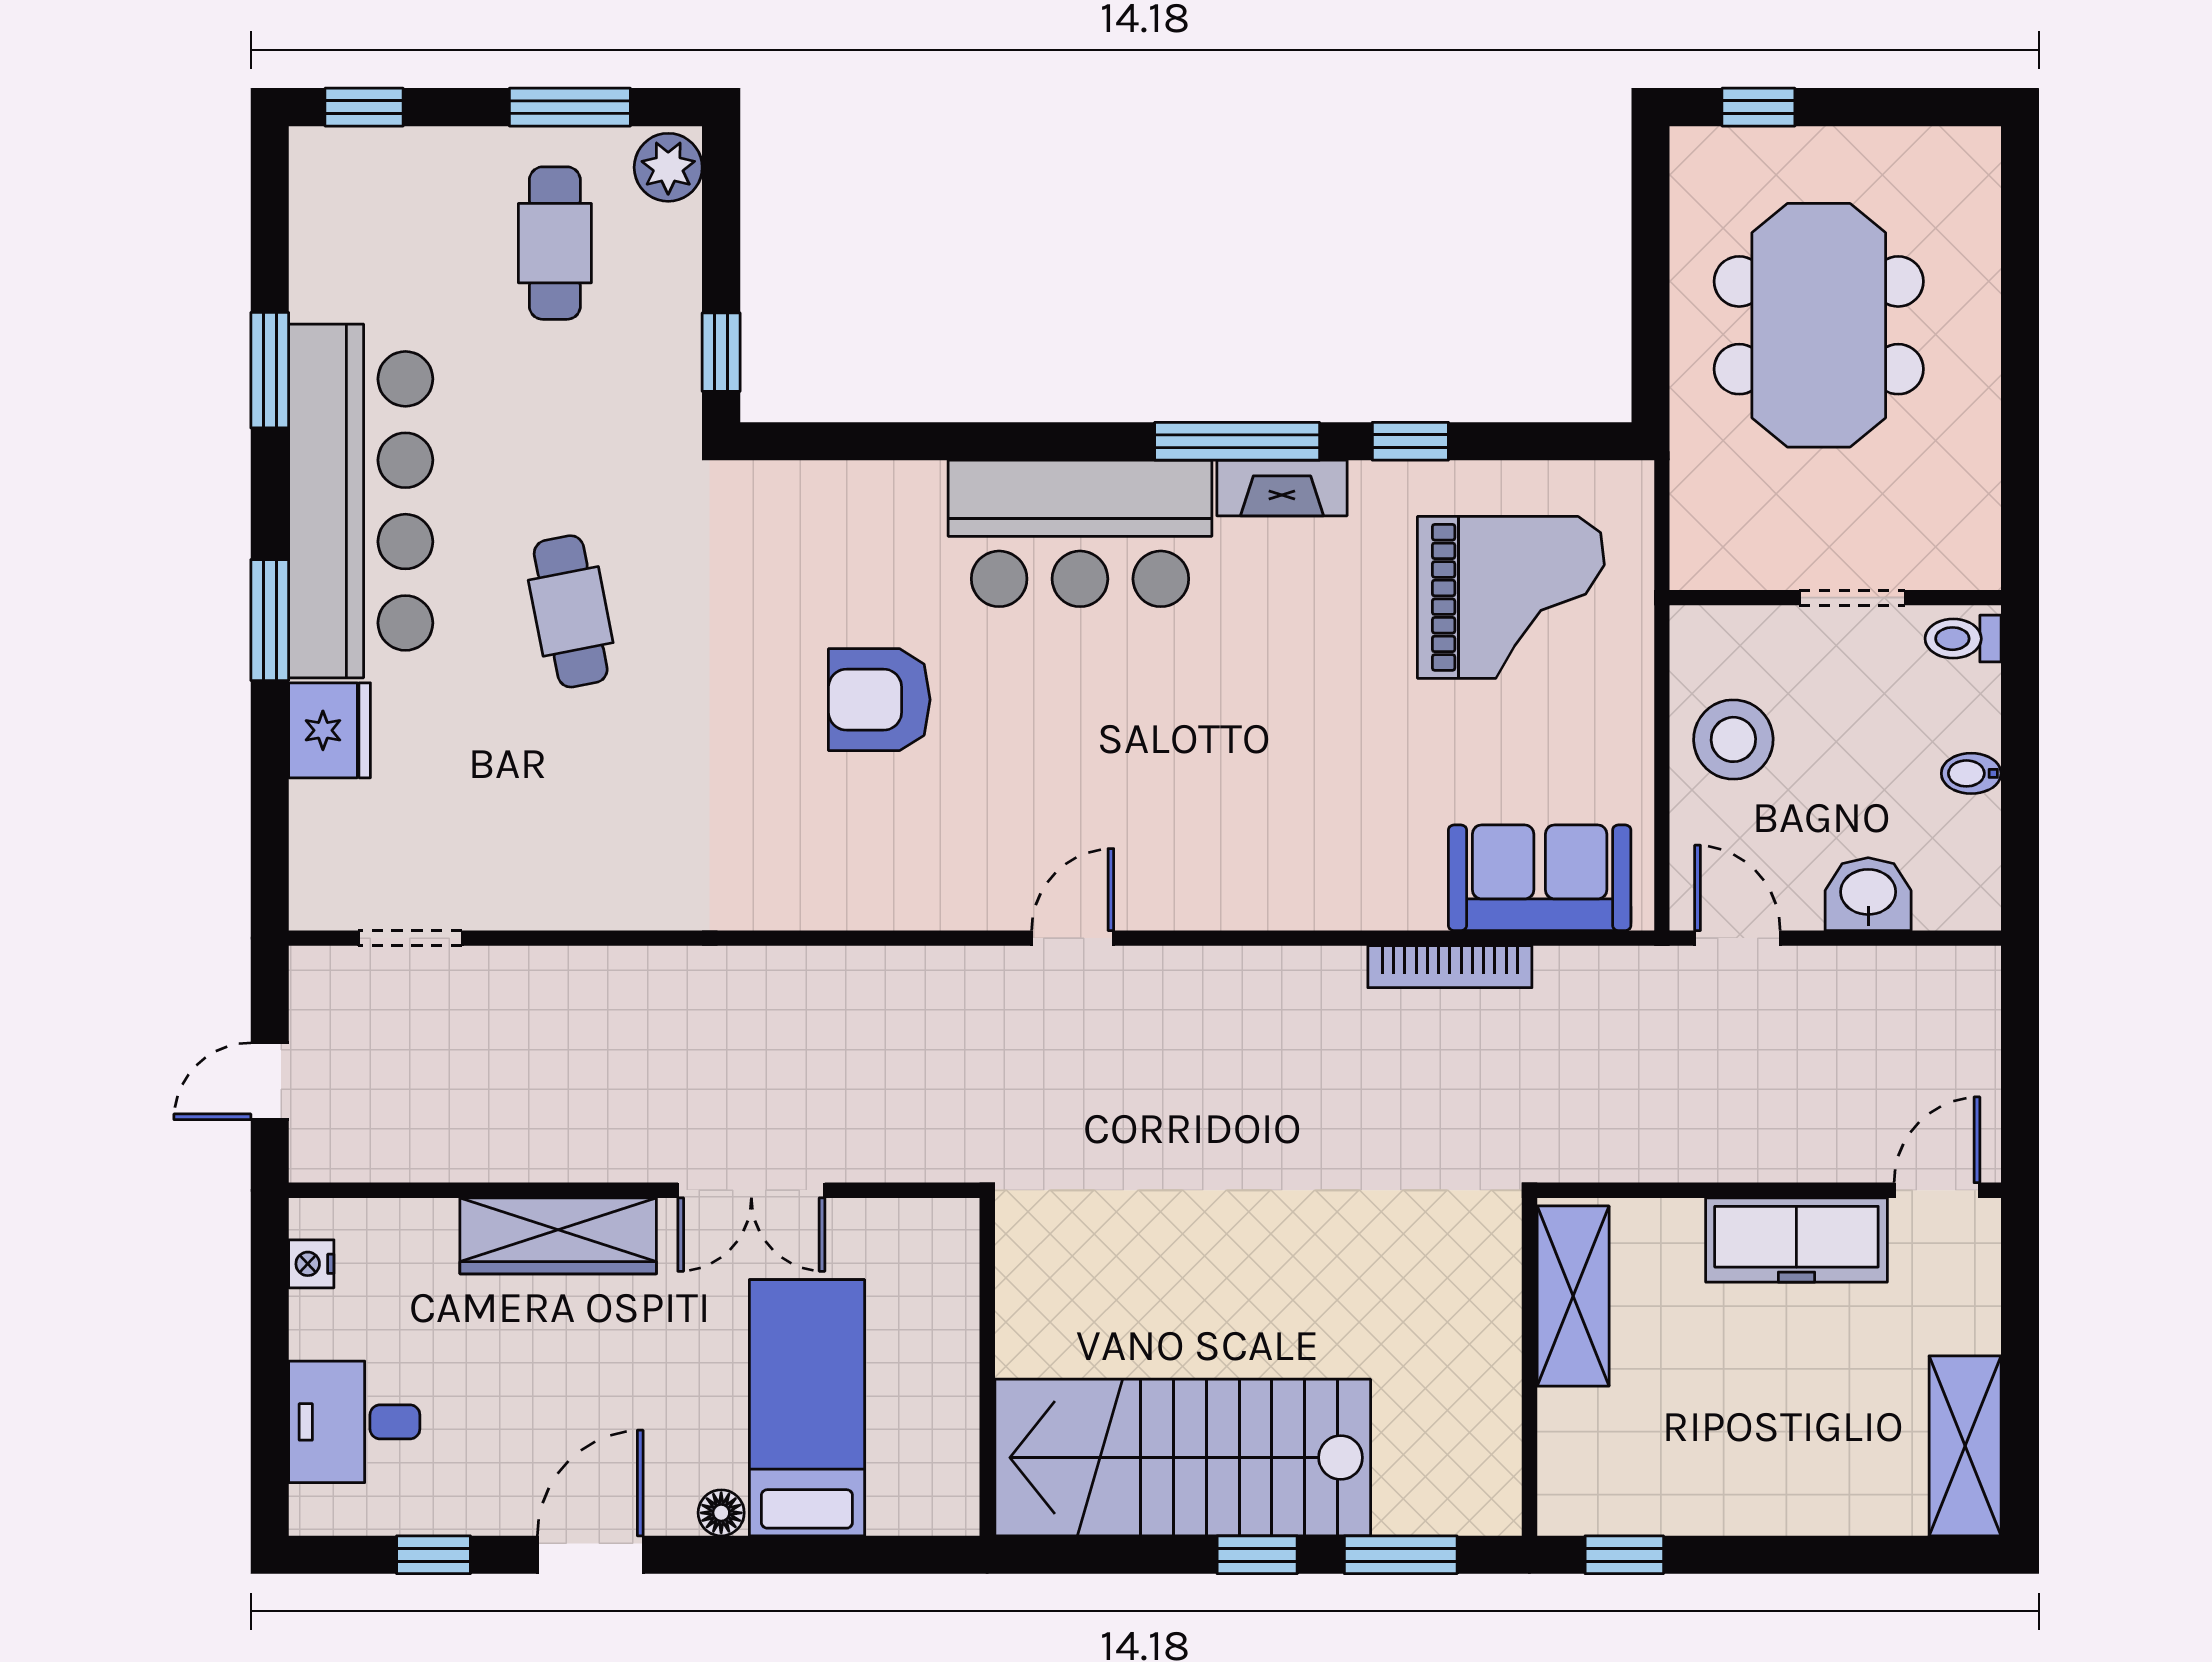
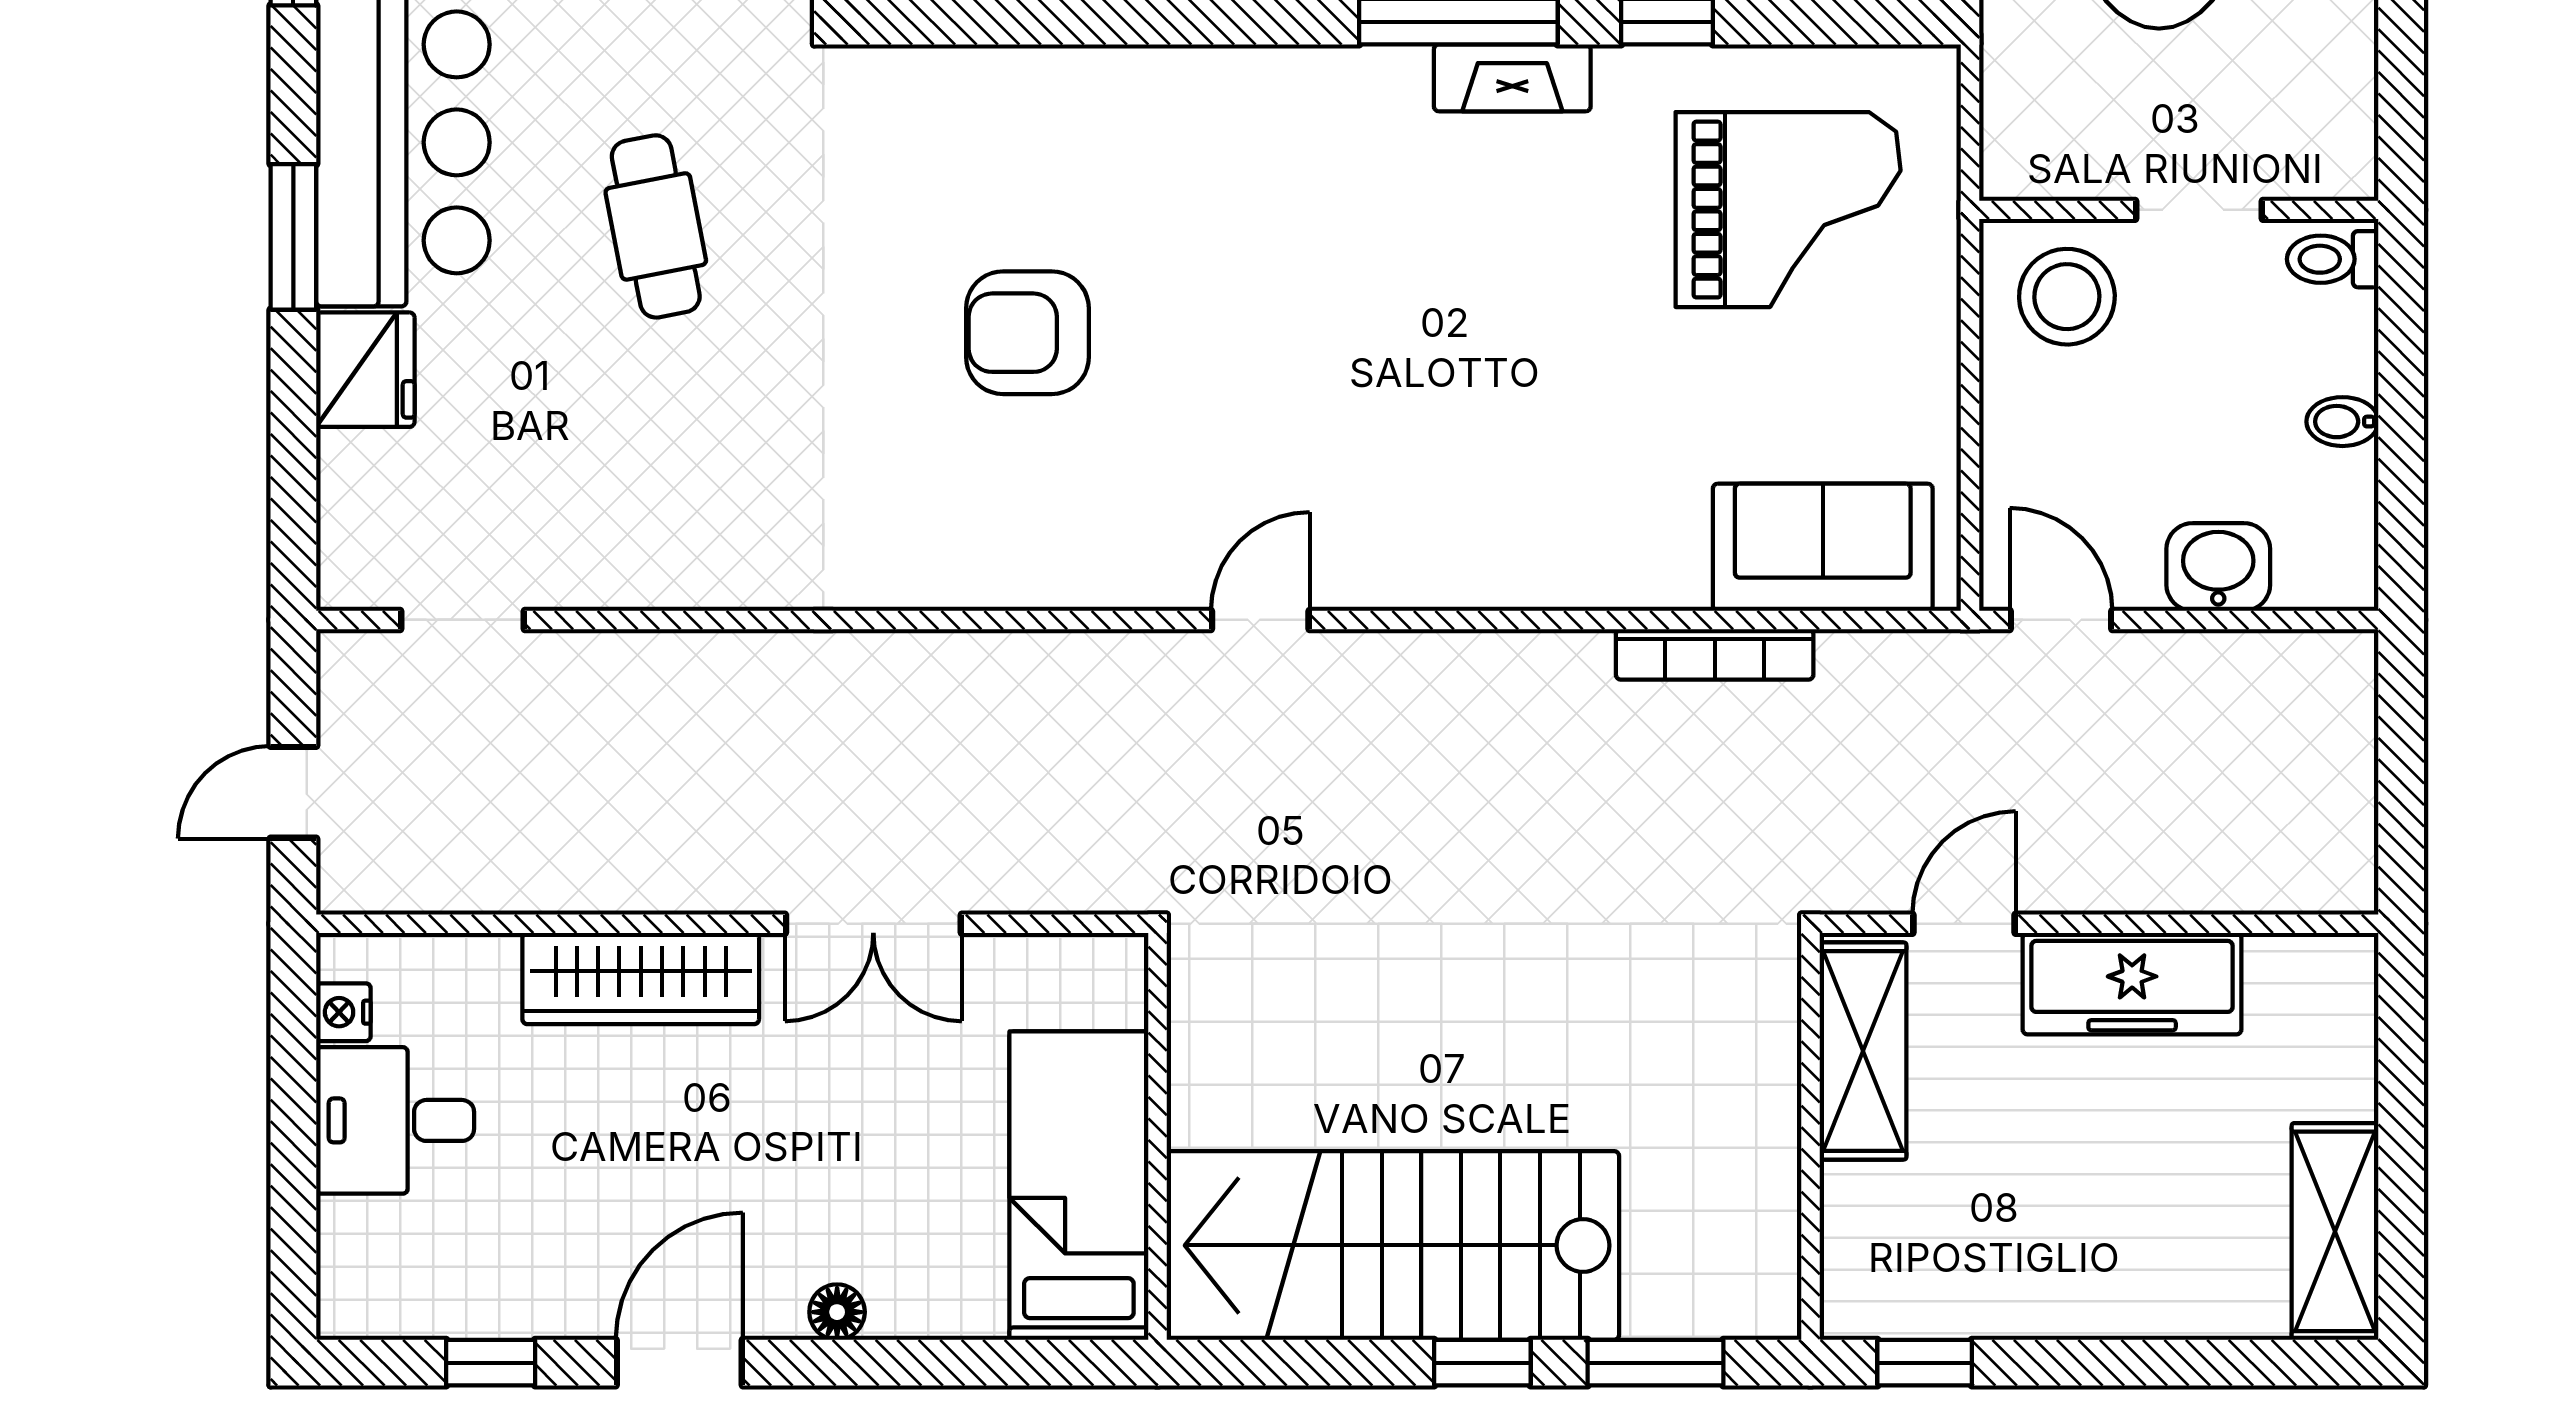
bar counter: (1080, 533) -> (1269, 133), removed
stool: (1733, 739) -> (2067, 297), moved
door: (1937, 1190) -> (1964, 924), moved
bed: (807, 1408) -> (1079, 1186), moved
desk: (354, 1422) -> (395, 1120), moved

